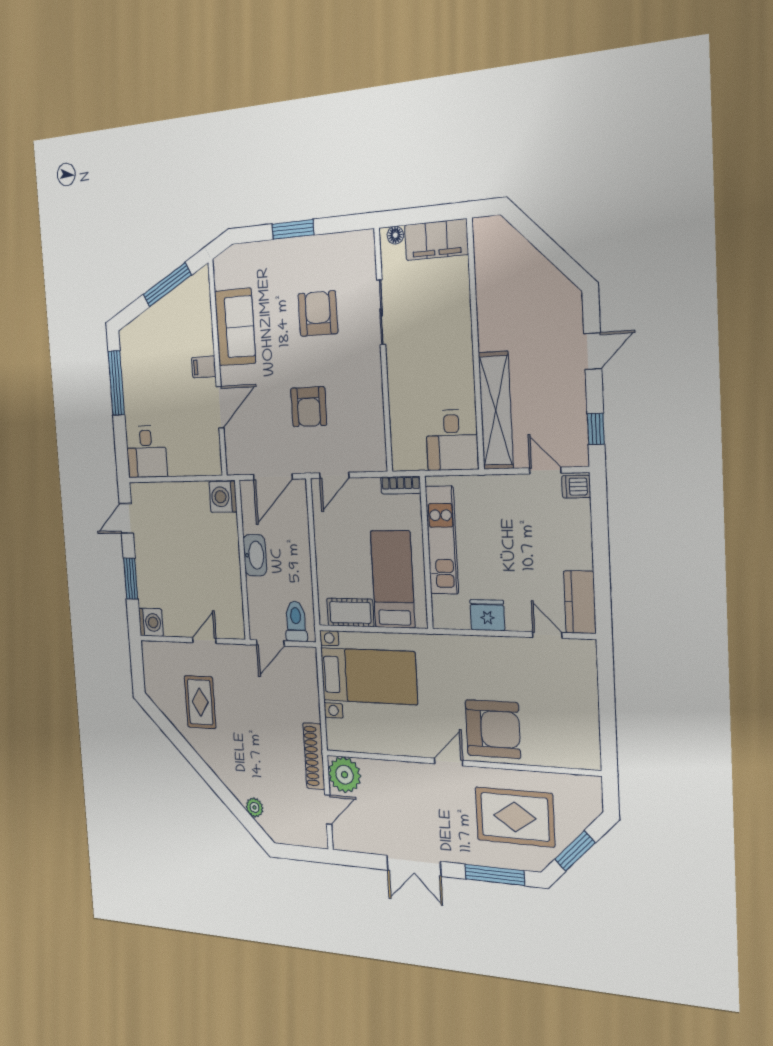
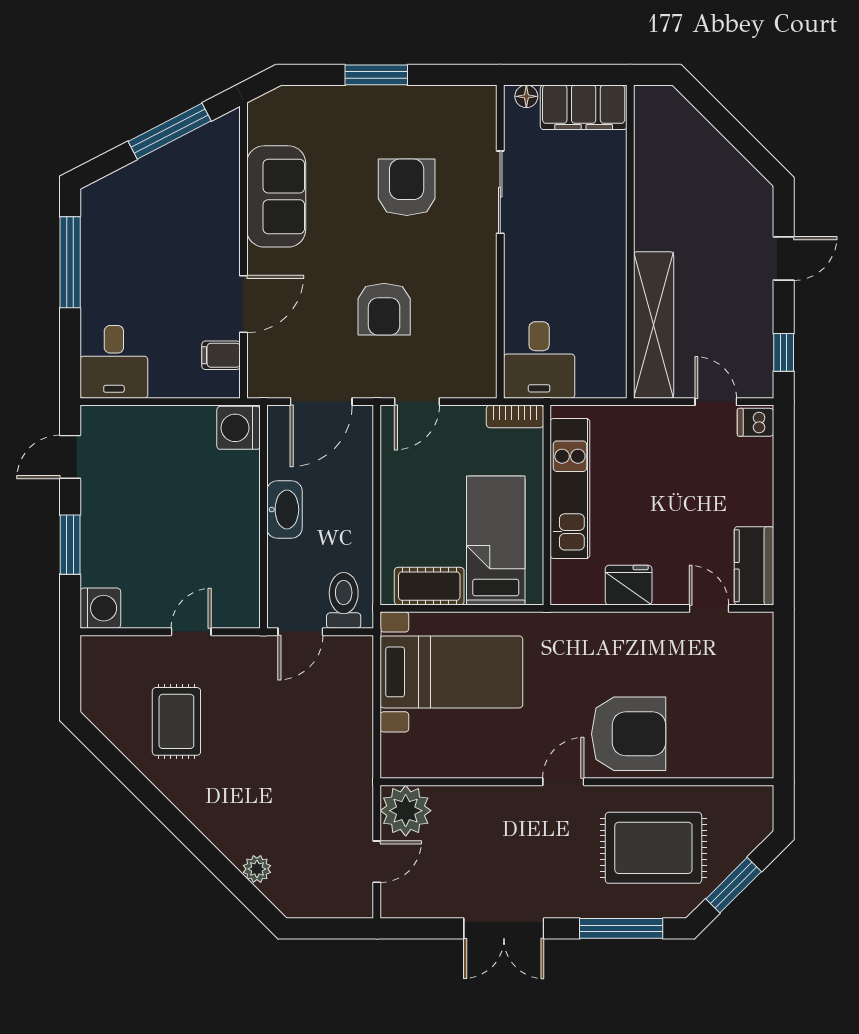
filing cabinet: (204, 367) -> (221, 355), moved
desk: (452, 440) -> (539, 360), moved
shoe rack: (314, 756) -> (359, 788), removed

